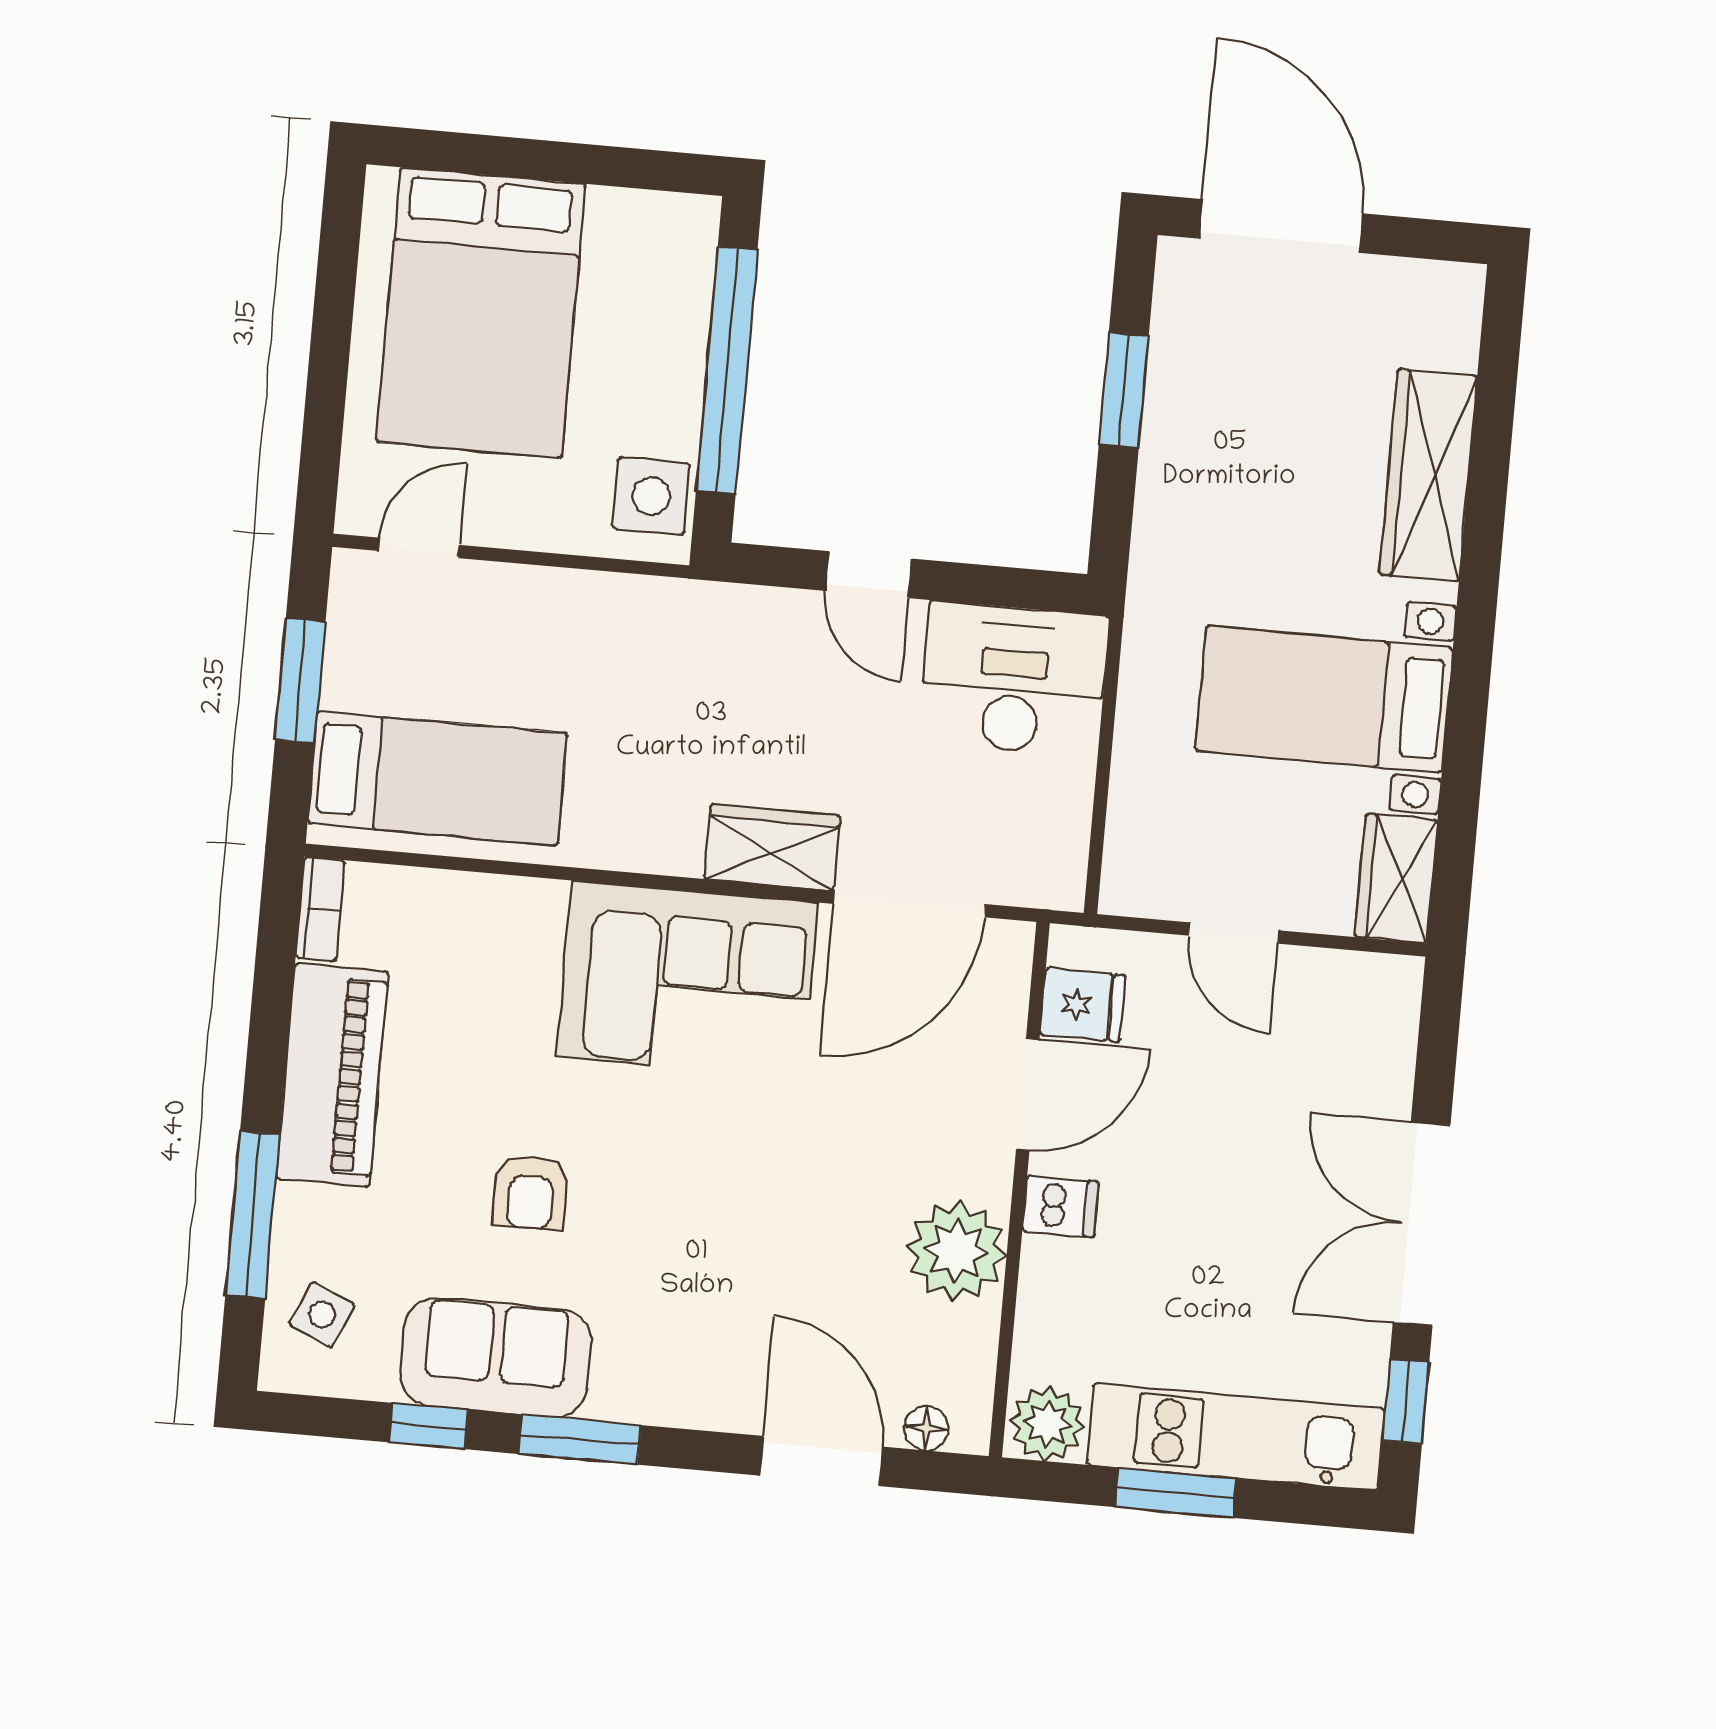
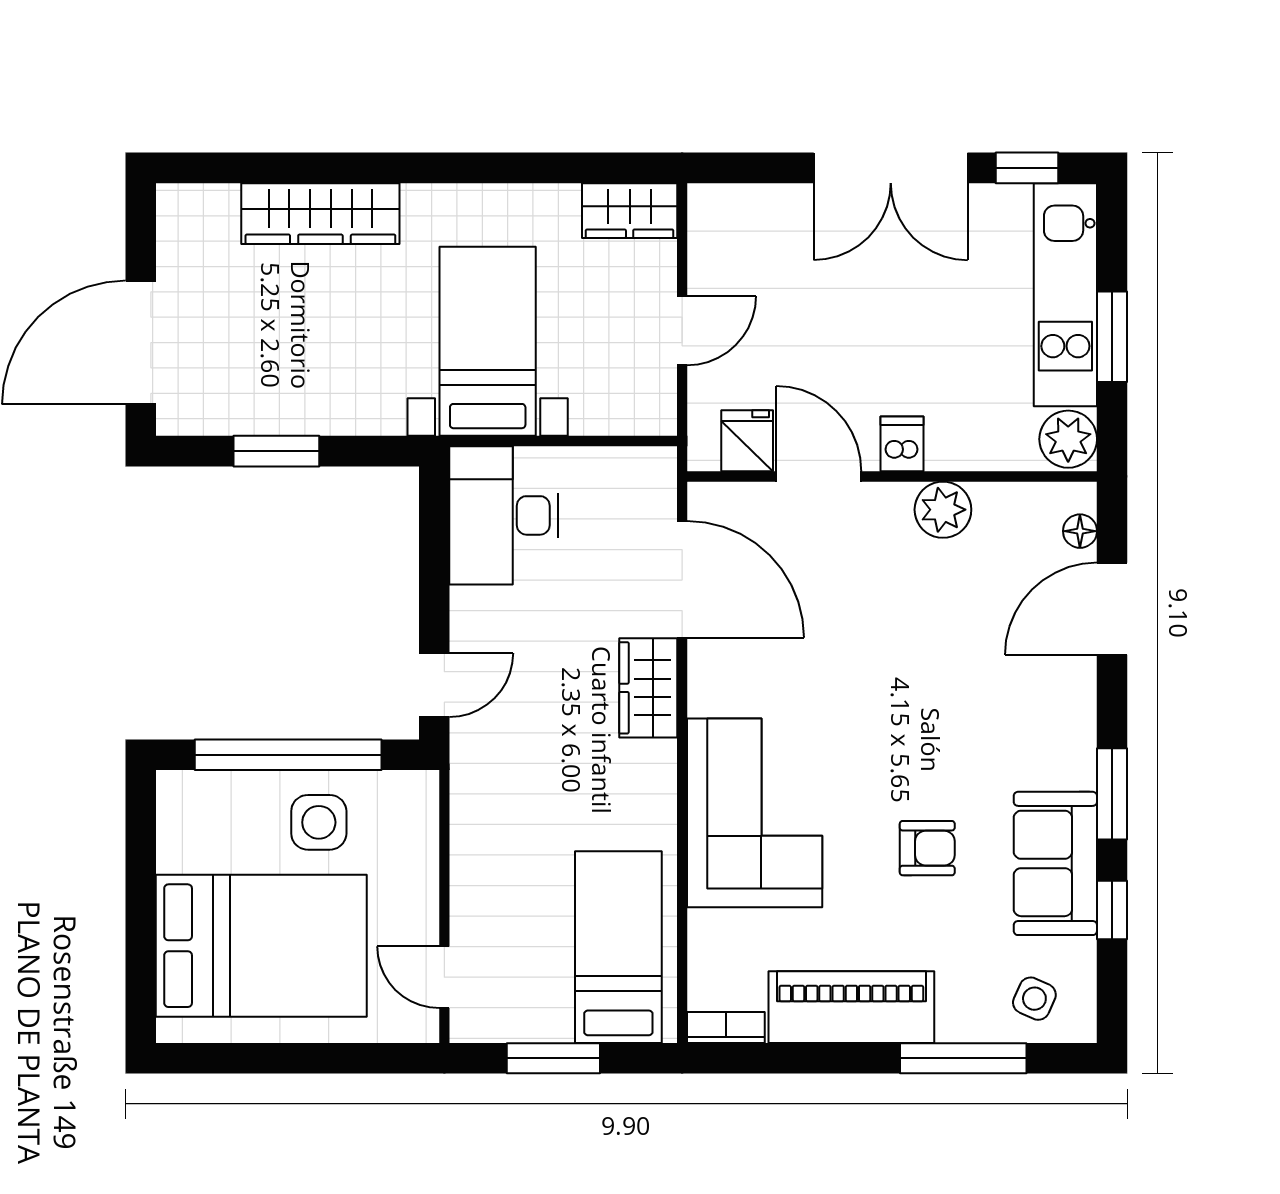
side table: (651, 496) -> (319, 822), moved
door: (869, 575) -> (434, 685), moved
bed with nightstands: (1324, 699) -> (488, 341), moved, turned 180
corner sofa: (687, 979) -> (755, 813), moved
plant: (956, 1251) -> (943, 510), width x0.73, depth x0.73

